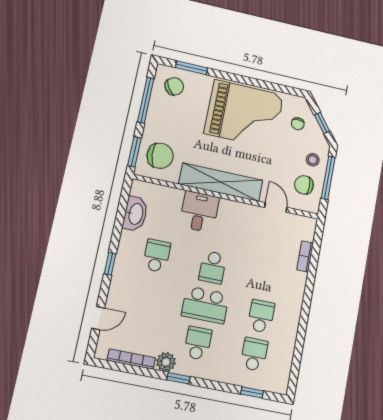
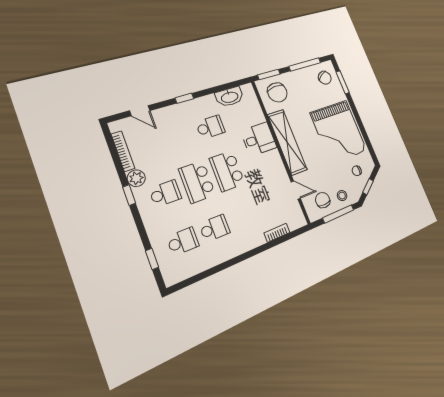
door: (276, 207) -> (296, 190), hinge flipped
school desk: (213, 267) -> (227, 171), width x1.85

